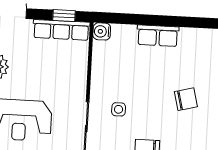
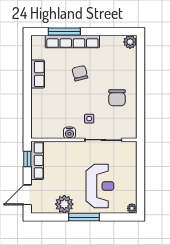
water cooler: (102, 31) -> (69, 133), moved
row of seats: (158, 36) -> (38, 74), moved

